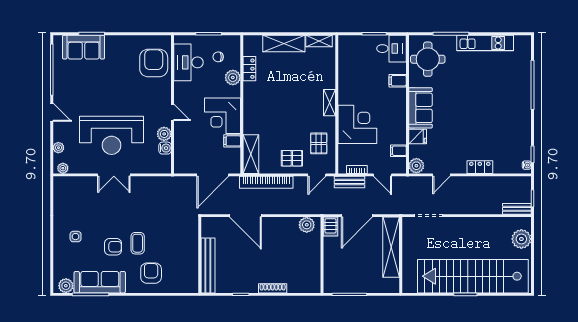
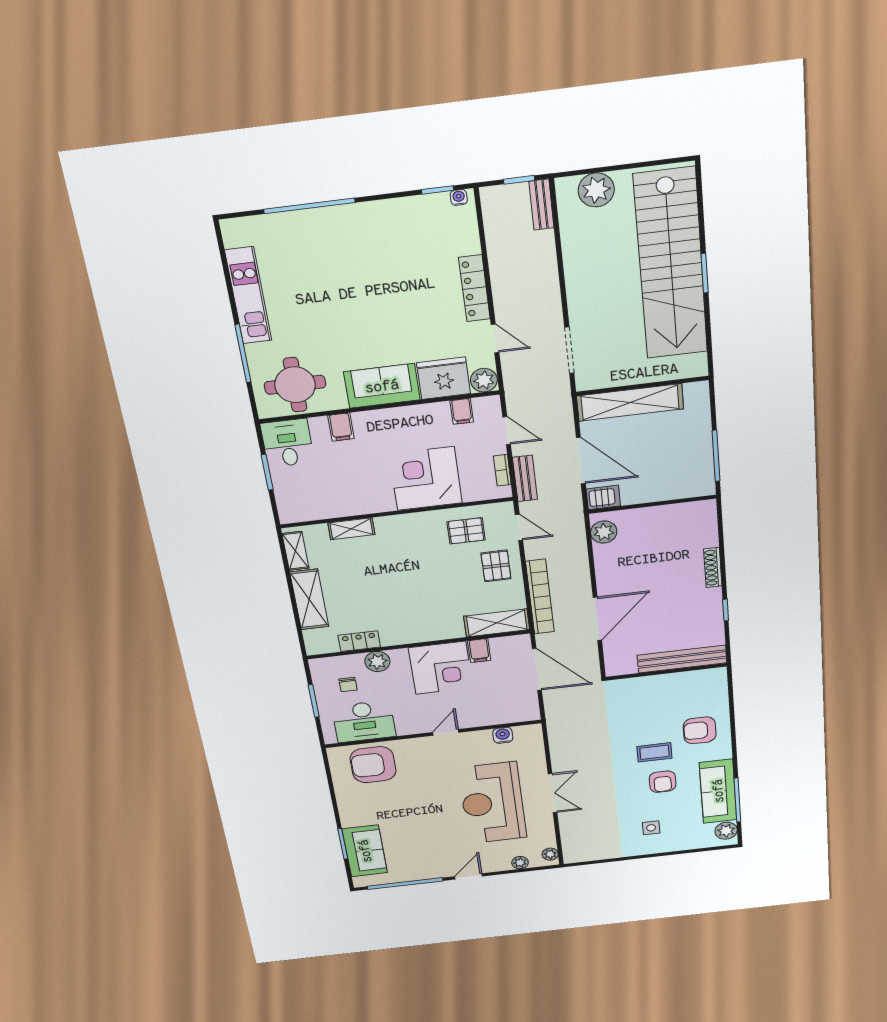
shelving: (330, 103) -> (351, 529), moved
plant: (164, 134) -> (481, 739), removed
reception desk: (111, 135) -> (493, 803), turned 180
fridge: (418, 137) -> (444, 378), width x1.88, depth x1.34
locker: (480, 167) -> (474, 288), width x1.53
door: (382, 175) -> (507, 431), hinge flipped
armchair: (113, 247) -> (663, 782), turned 180

